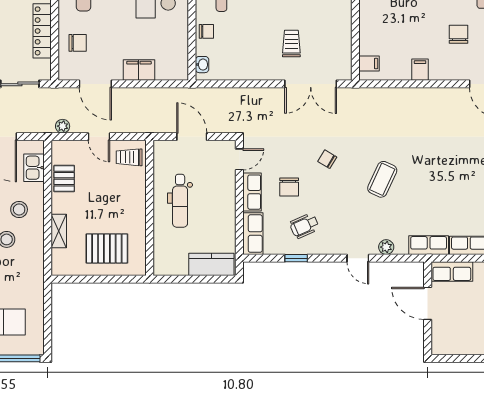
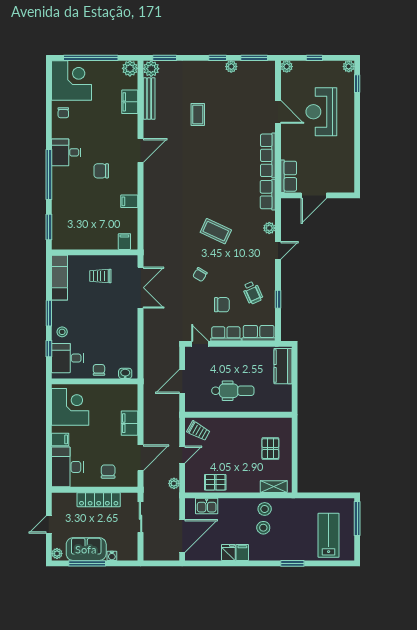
trolley: (291, 44) -> (100, 276), moved
trolley: (129, 157) -> (198, 431), turned -61
stool: (19, 209) -> (265, 509), moved
shelving: (59, 231) -> (274, 487), moved
pallet: (107, 248) -> (270, 449), width x0.67, depth x0.71

